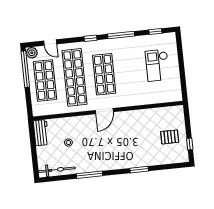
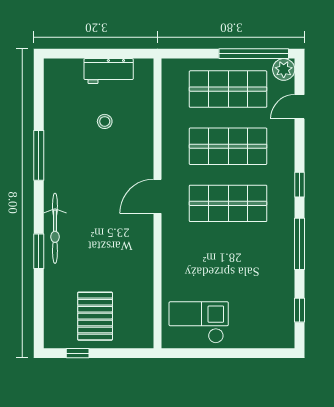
checkout: (157, 65) -> (199, 322), moved
shop shelf: (75, 77) -> (228, 146), width x0.71
door: (104, 111) -> (158, 196), hinge flipped
workbench: (41, 133) -> (109, 71), moved
pallet: (170, 137) -> (95, 316), width x1.50, depth x1.42
bicycle: (57, 170) -> (55, 228), moved

